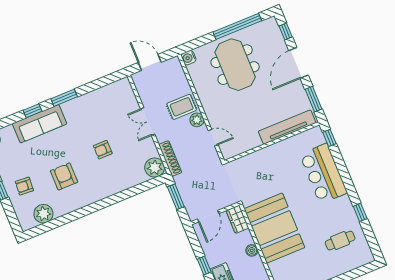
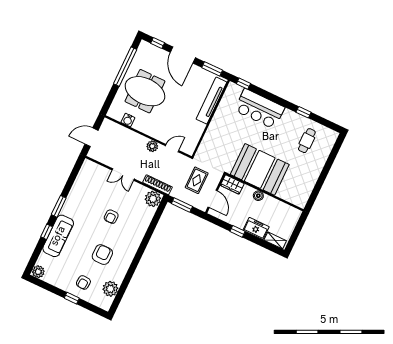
water cooler: (189, 58) -> (128, 120), moved
rug: (182, 107) -> (197, 180), moved
armchair: (64, 176) -> (102, 255), turned 90

